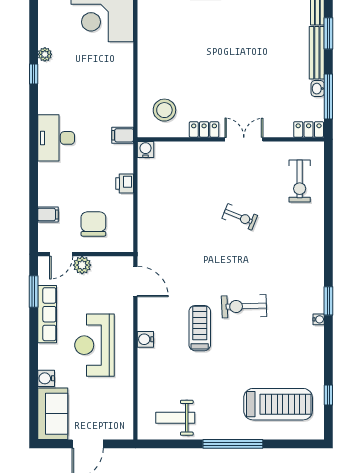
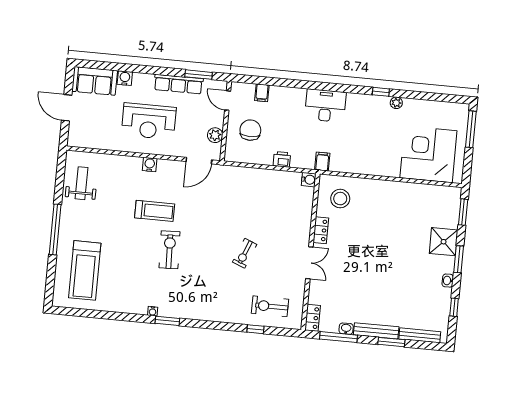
chair: (93, 224) -> (250, 130), turned -90
plant: (82, 265) -> (215, 135), moved
reception desk: (94, 345) -> (149, 121), turned 180
window: (328, 395) -> (255, 329), moved

